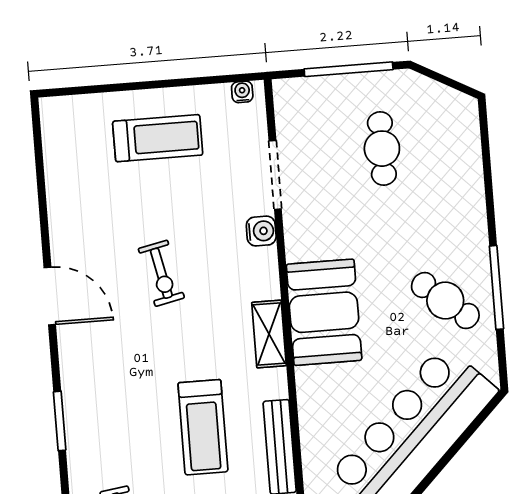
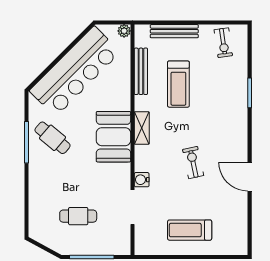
water cooler: (242, 92) -> (146, 250), removed
cafe table: (382, 149) -> (78, 216), turned 90
door: (50, 296) -> (250, 177), moved
treadmill: (203, 427) -> (178, 84), turned 180

